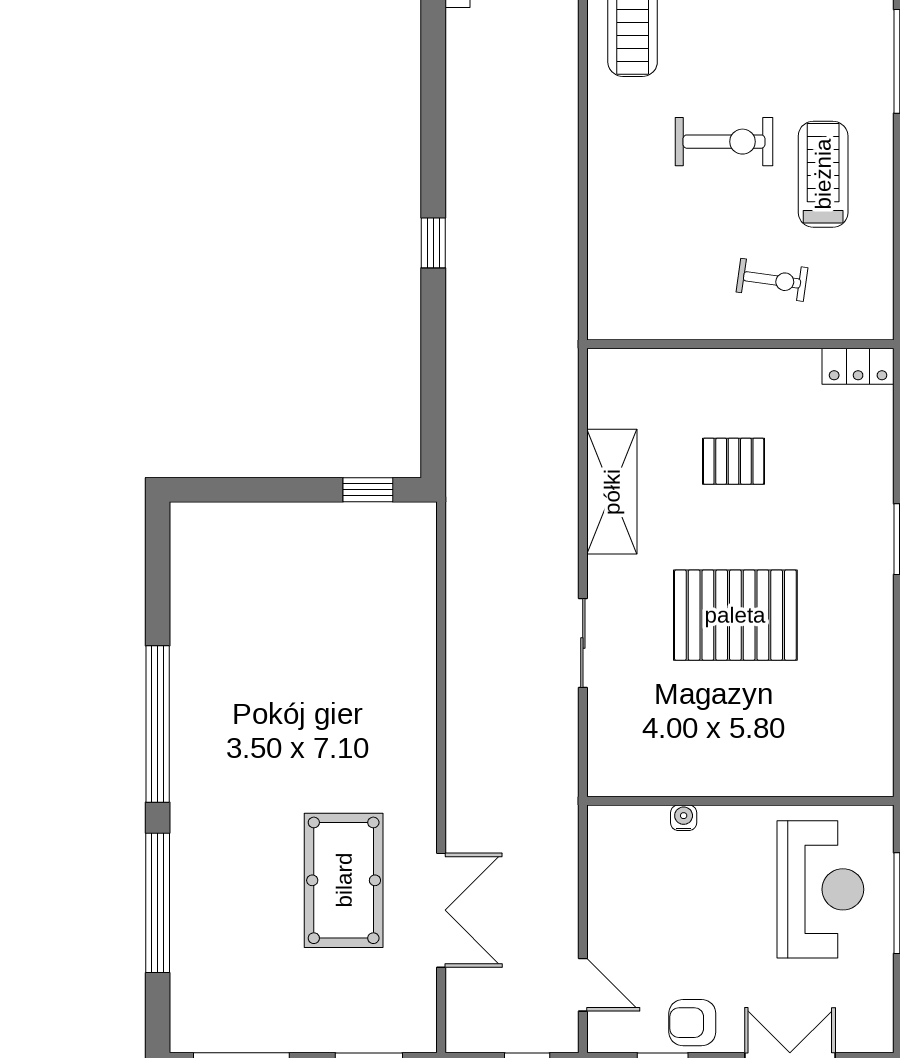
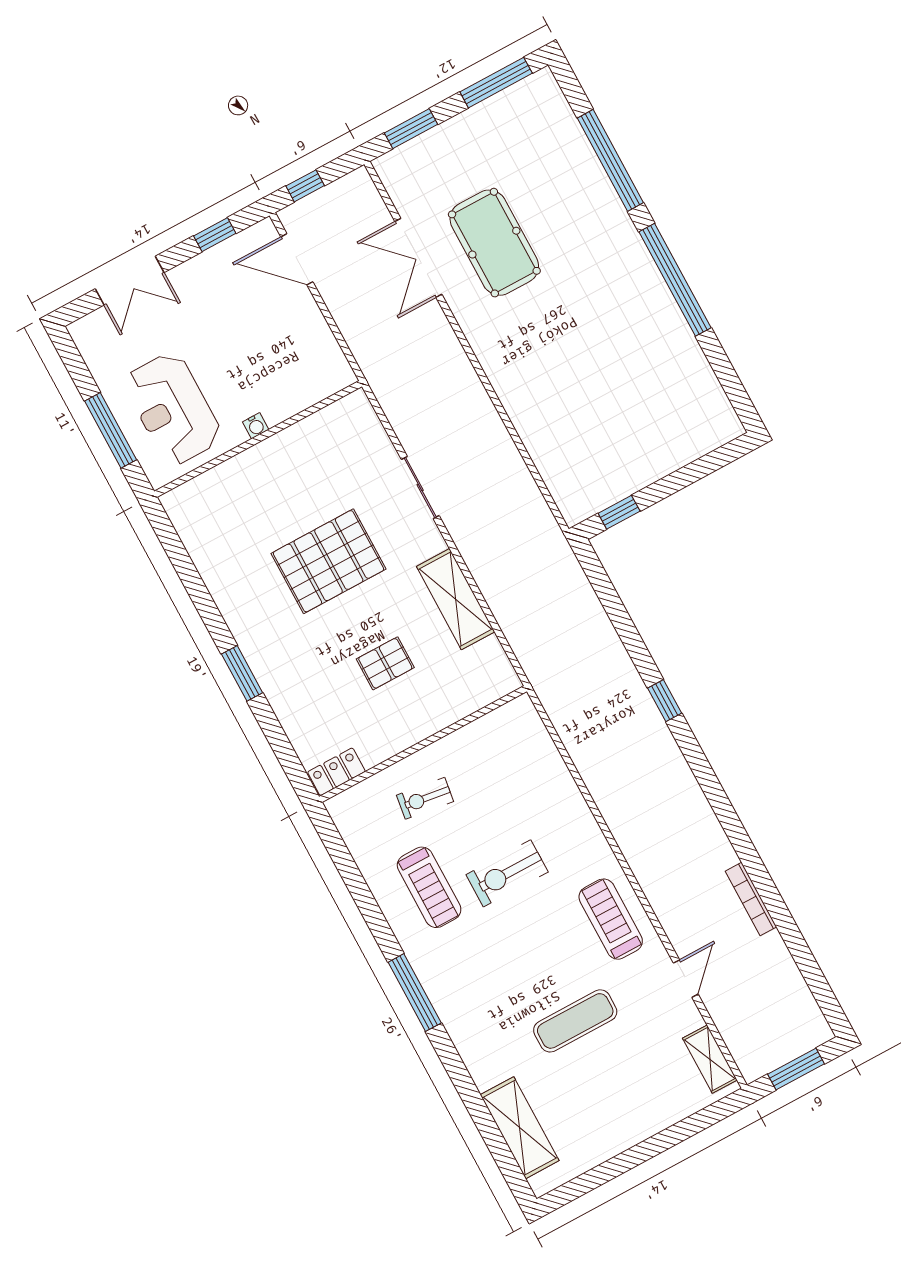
water cooler: (684, 818) -> (256, 426), moved
door: (583, 985) -> (297, 259), width x1.38
armchair: (692, 1023) -> (210, 273), removed

